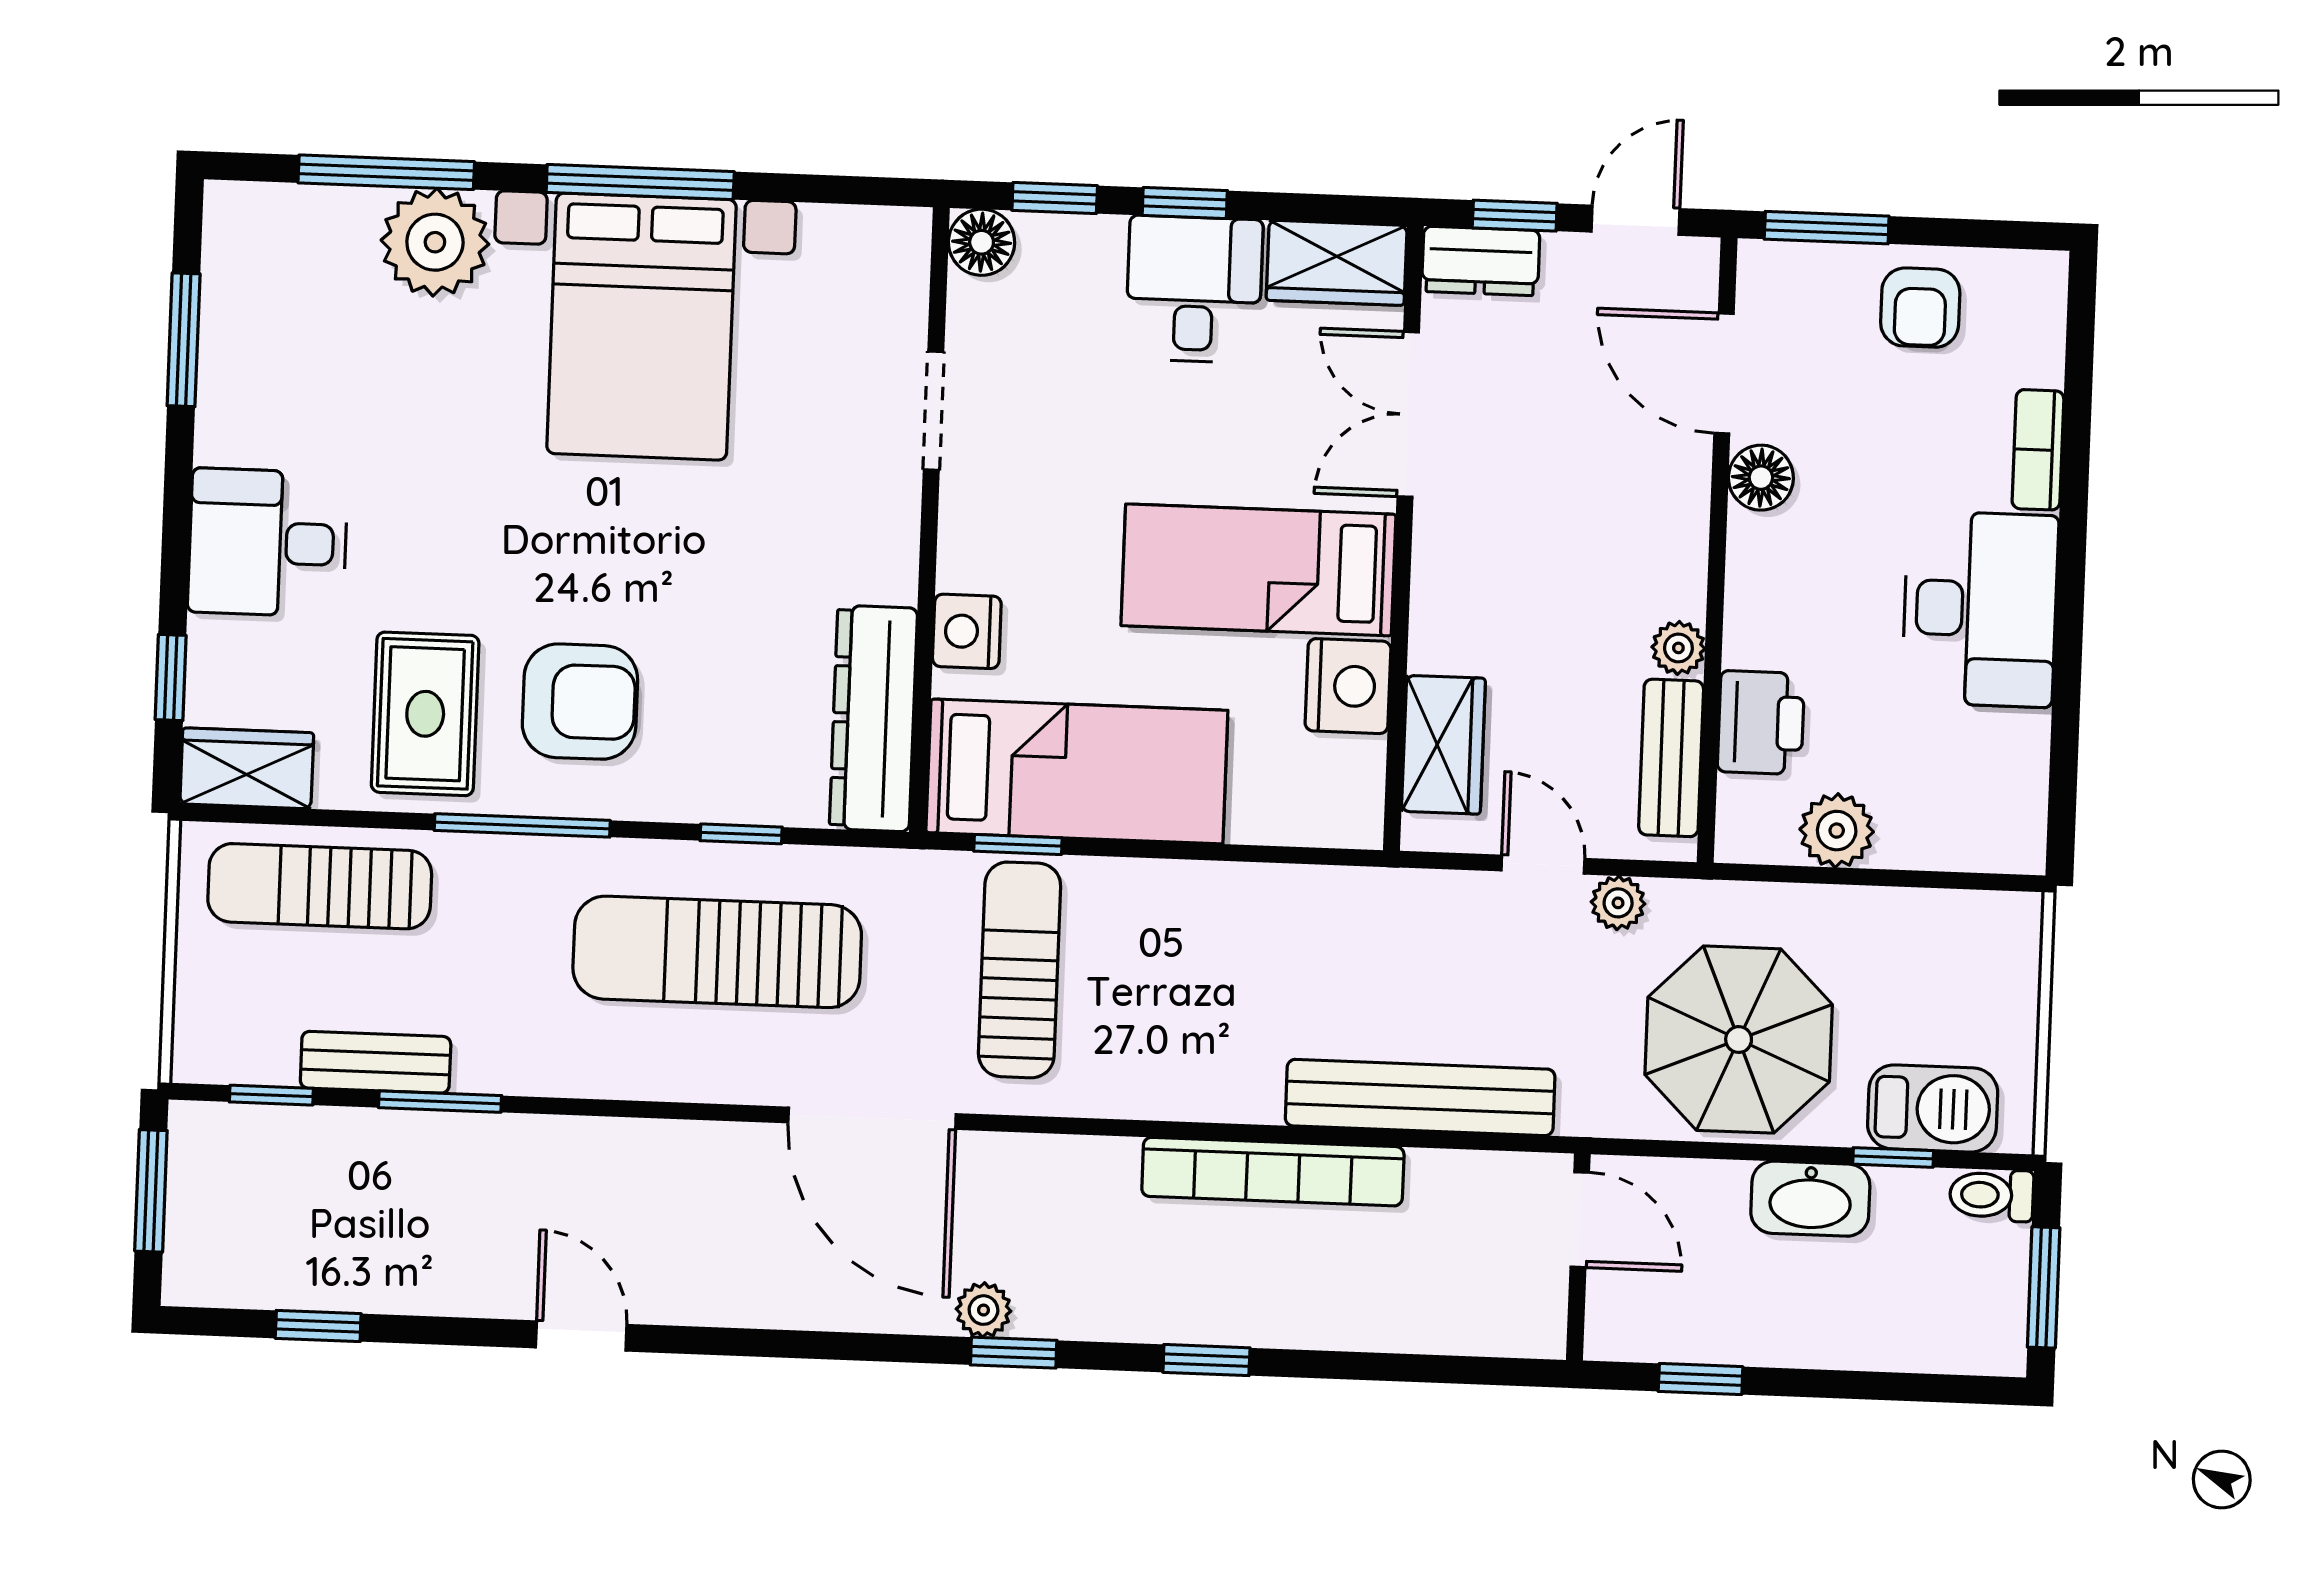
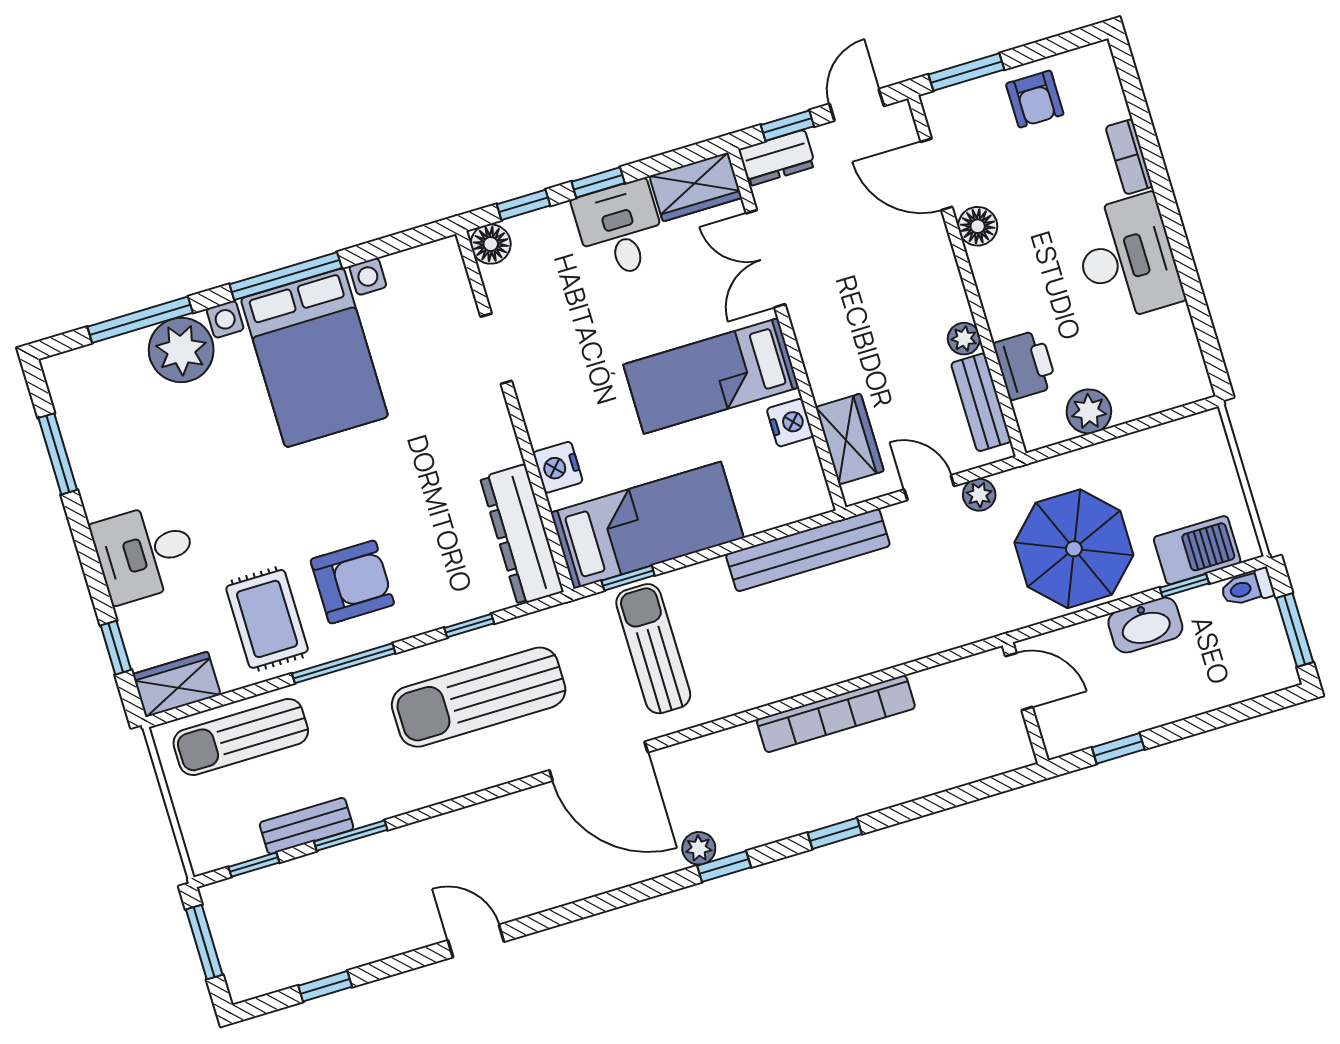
nightstand: (1348, 686) -> (790, 423), width x0.74, depth x0.75
bench: (1420, 1098) -> (808, 550), moved

